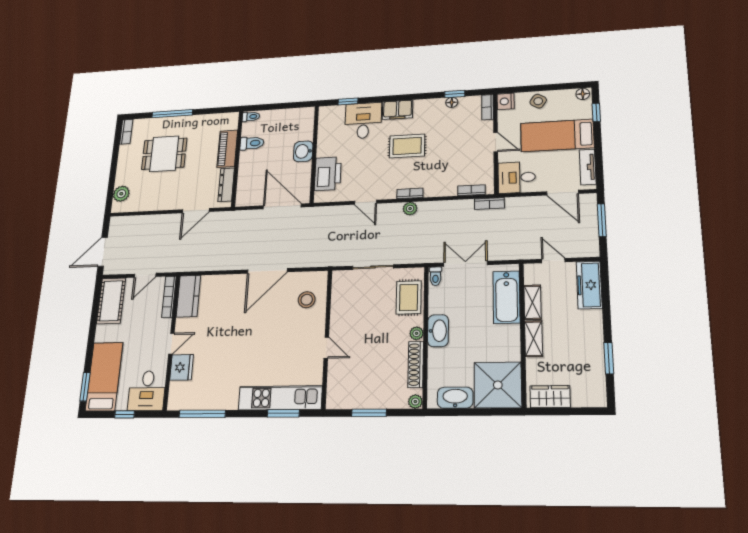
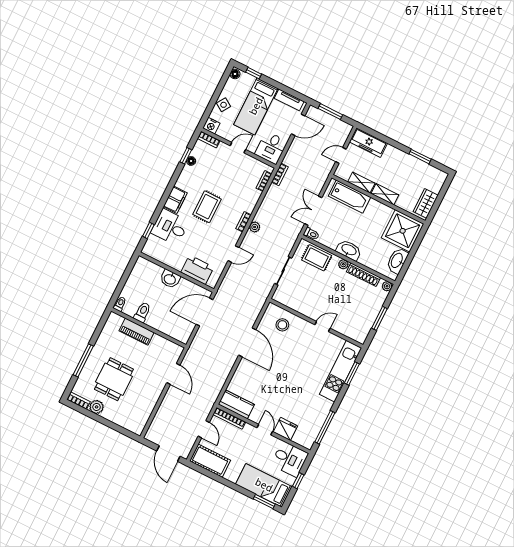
dresser: (226, 185) -> (165, 344), removed
plant: (121, 194) -> (97, 407), moved

